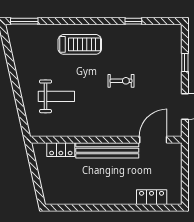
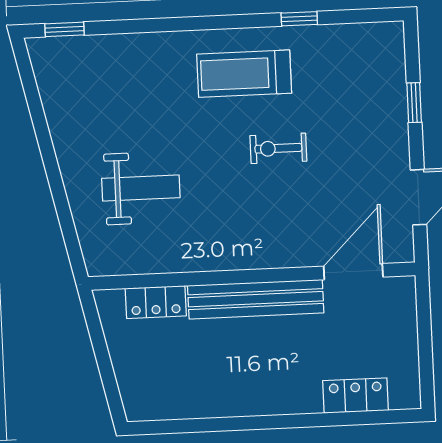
window: (24, 21) -> (65, 29), width x0.67
treadmill: (80, 44) -> (244, 74), moved, turned 180
exercise bike: (121, 81) -> (278, 148), turned 180

